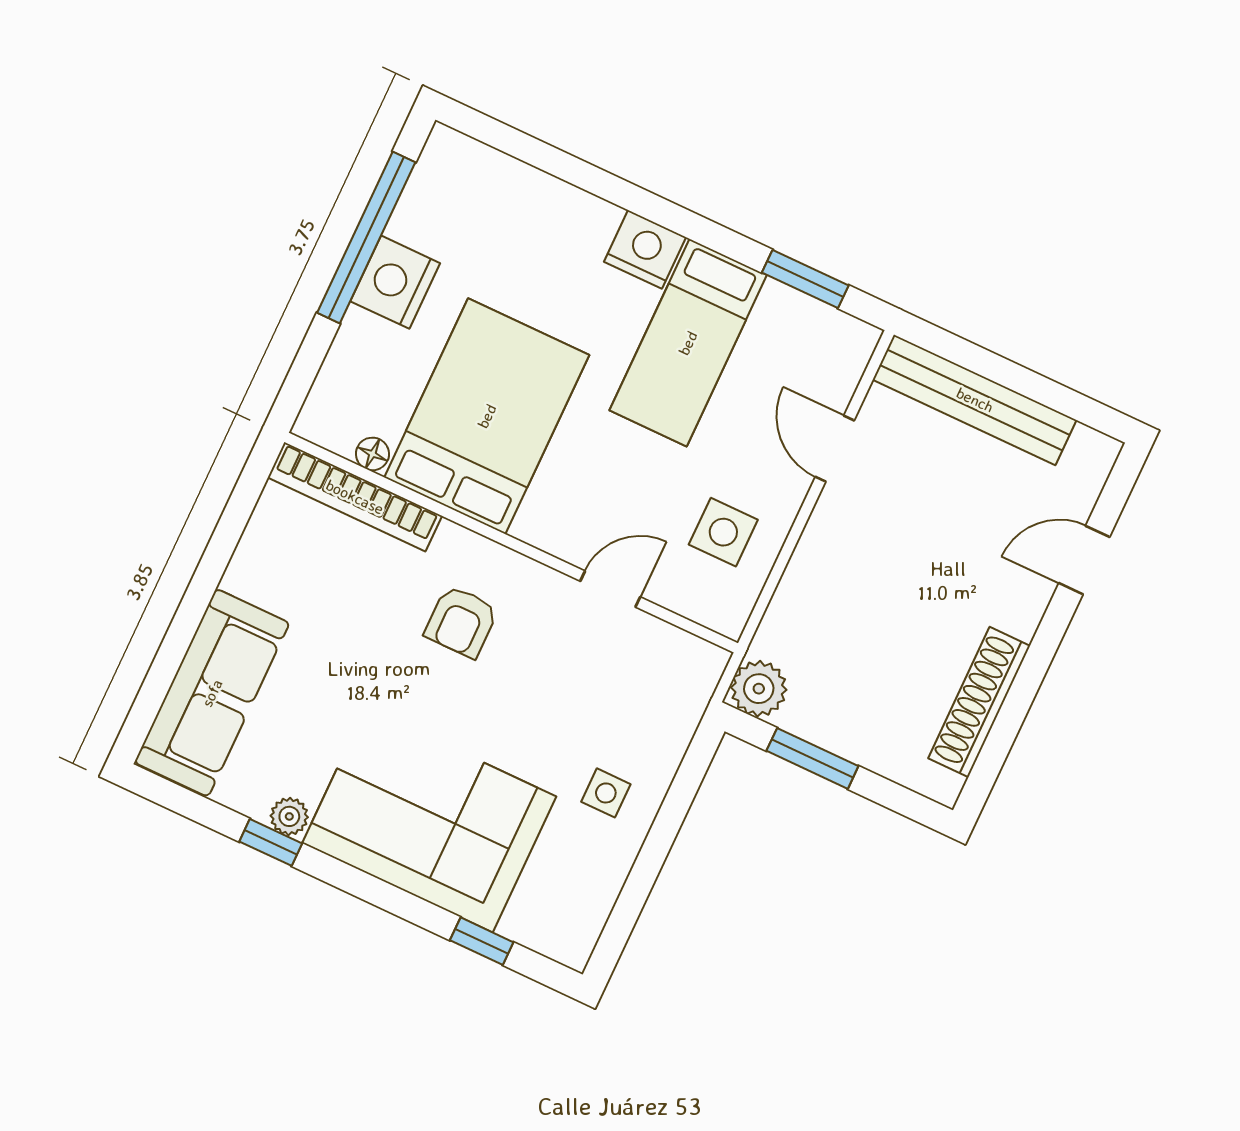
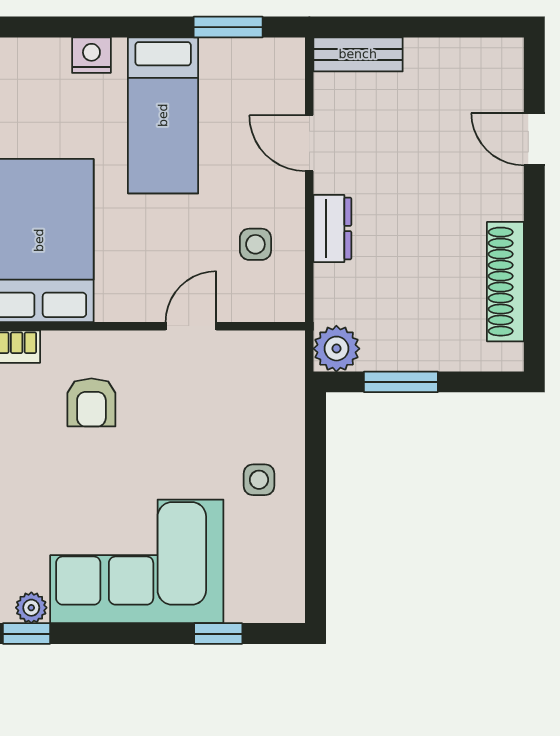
nightstand: (645, 249) -> (91, 55), width x0.74, depth x0.75
bench: (975, 400) -> (358, 54), width x0.54, depth x0.82
side table: (723, 532) -> (255, 244), width x0.73, depth x0.73
dresser: (816, 554) -> (332, 228), added
door: (1084, 560) -> (534, 139), hinge flipped

